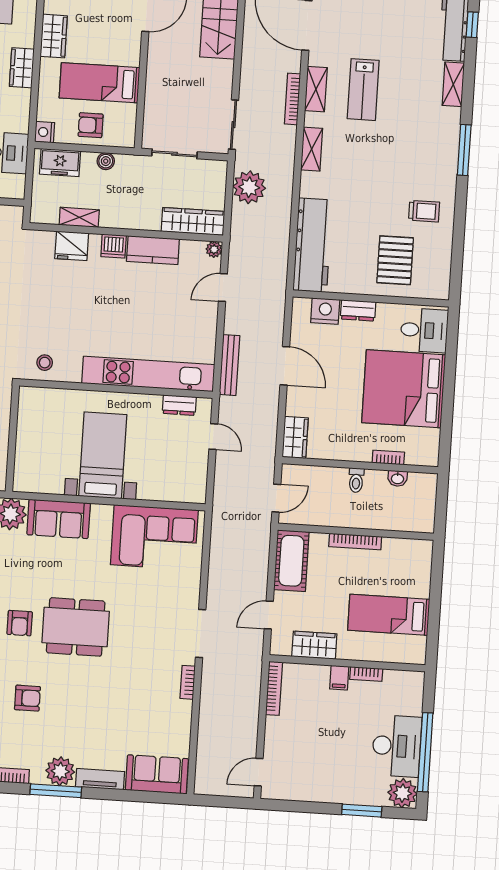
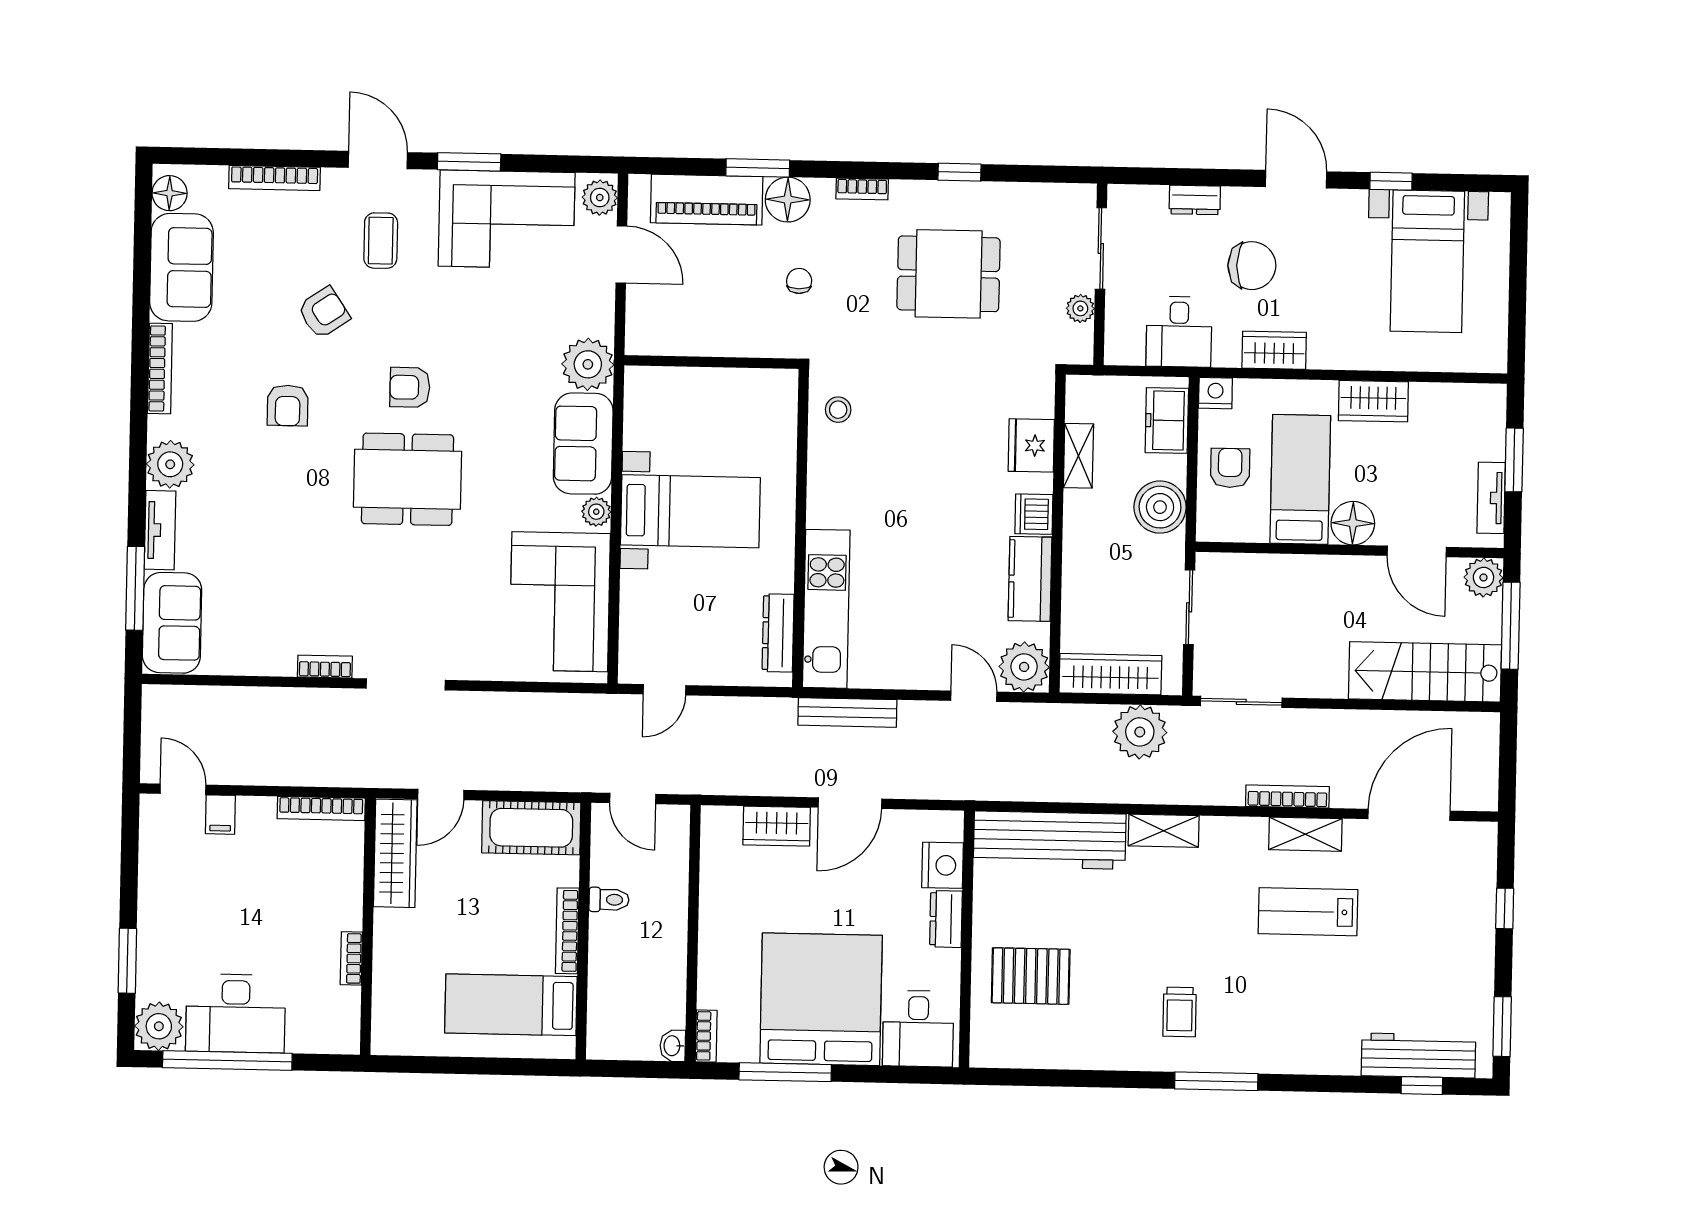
floor lamp: (128, 52) -> (1353, 523), added
wardrobe: (22, 68) -> (1274, 350), moved
shelving: (453, 84) -> (1323, 1059), removed
shelving: (312, 149) -> (1164, 831), moved
boiler: (106, 161) -> (1160, 507), width x1.86, depth x1.86
trolley: (424, 211) -> (1180, 1012), moved
wardrobe: (193, 221) -> (1110, 674), moved, turned -90
plant: (214, 249) -> (1024, 667), width x1.87, depth x1.87
kitchen unit: (148, 374) -> (826, 609), width x0.73
dresser: (179, 405) -> (778, 633), width x1.44
window: (447, 413) -> (785, 1072), added
door: (213, 437) -> (665, 690), moved
wardrobe: (295, 437) -> (777, 826), moved
bookcase: (388, 457) -> (706, 1036), moved
washbasin: (398, 478) -> (673, 1046), moved
toilet: (356, 480) -> (609, 900), moved, turned 180
plant: (100, 513) -> (596, 512), added
door: (269, 615) -> (441, 795), swing flipped
bed: (389, 615) -> (511, 1005), moved, turned -90
dining table: (76, 627) -> (407, 479), turned 90
wardrobe: (314, 645) -> (395, 853), width x1.50
filing cabinet: (339, 678) -> (220, 815), moved, turned -90
window: (56, 791) -> (135, 588), moved

